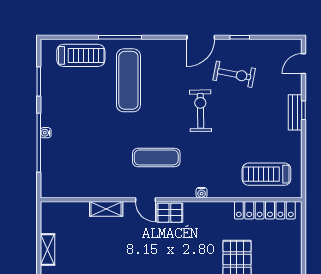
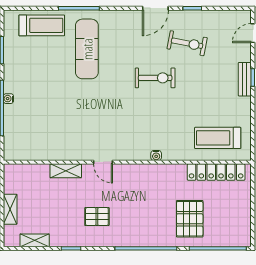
exercise bike: (200, 111) -> (155, 78), turned 91
exercise mat: (156, 157) -> (113, 122), removed
pallet: (170, 213) -> (97, 217), moved

